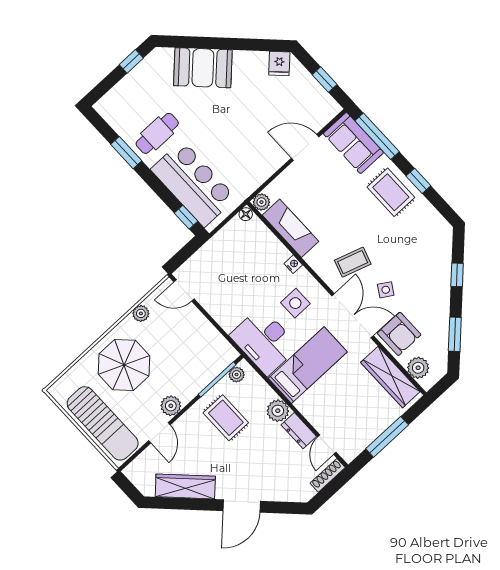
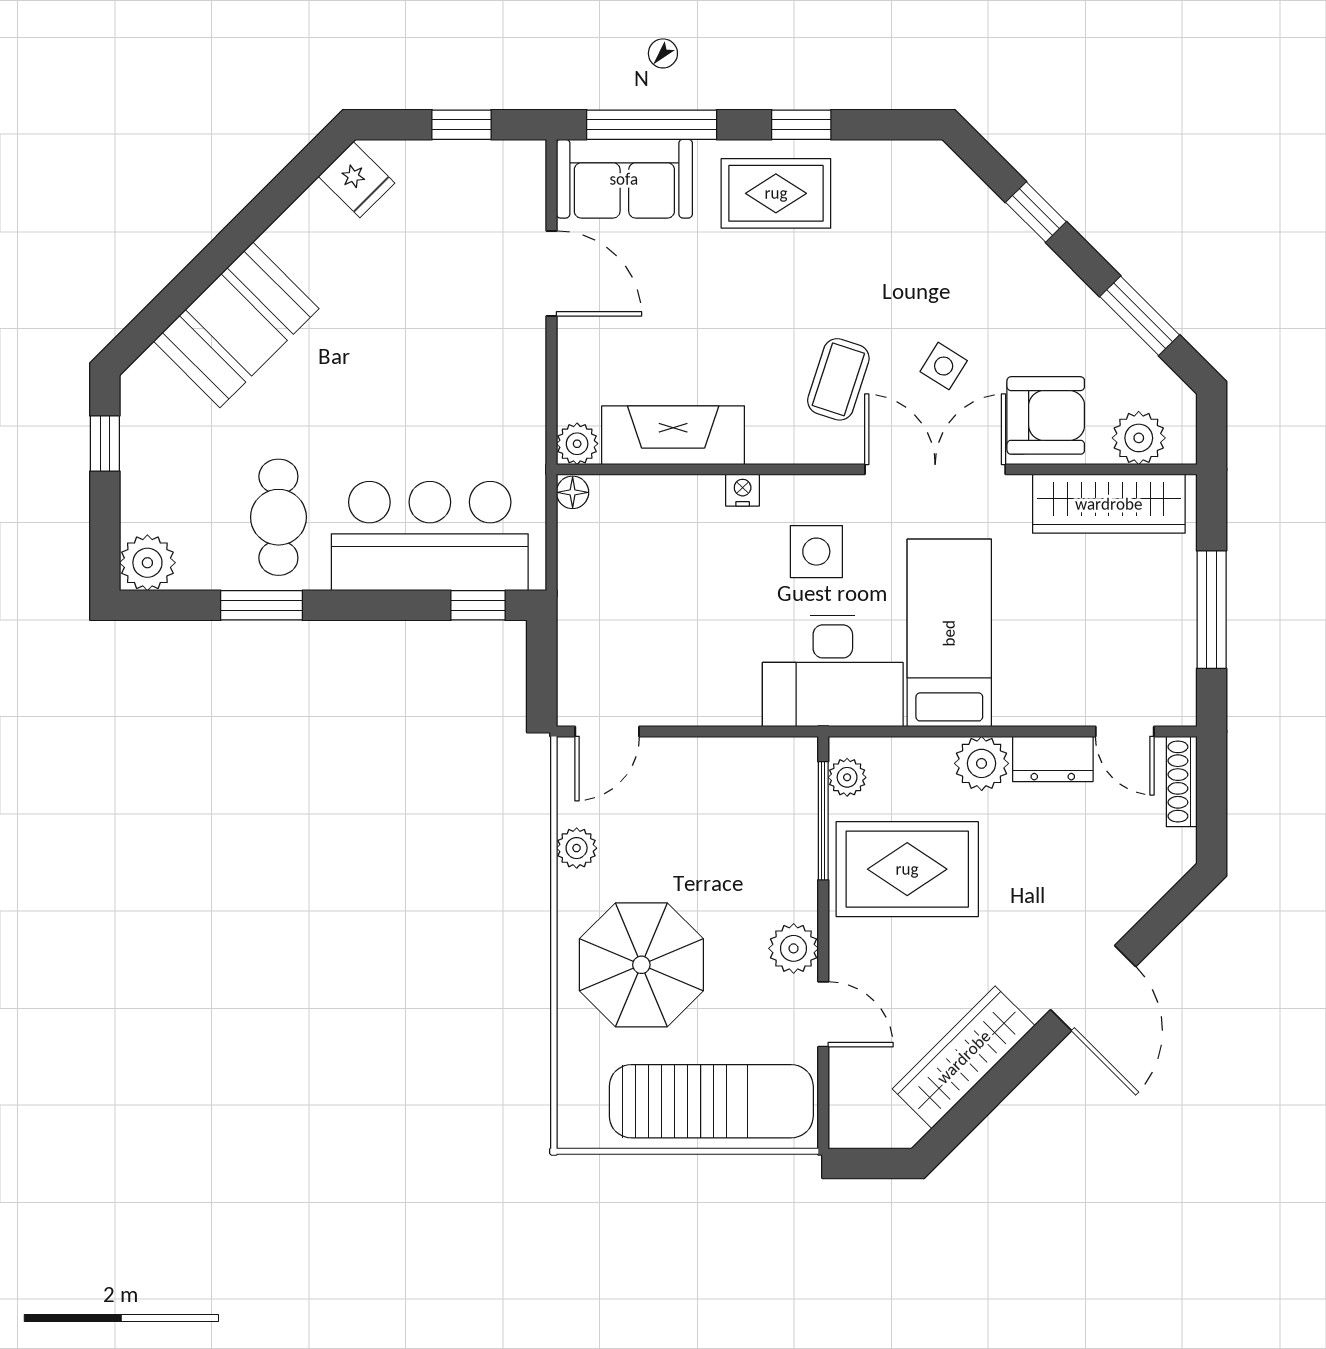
plant: (107, 107) -> (147, 563), added
door: (305, 147) -> (551, 273), swing flipped
rug: (226, 418) -> (907, 869), width x1.36, depth x1.43

